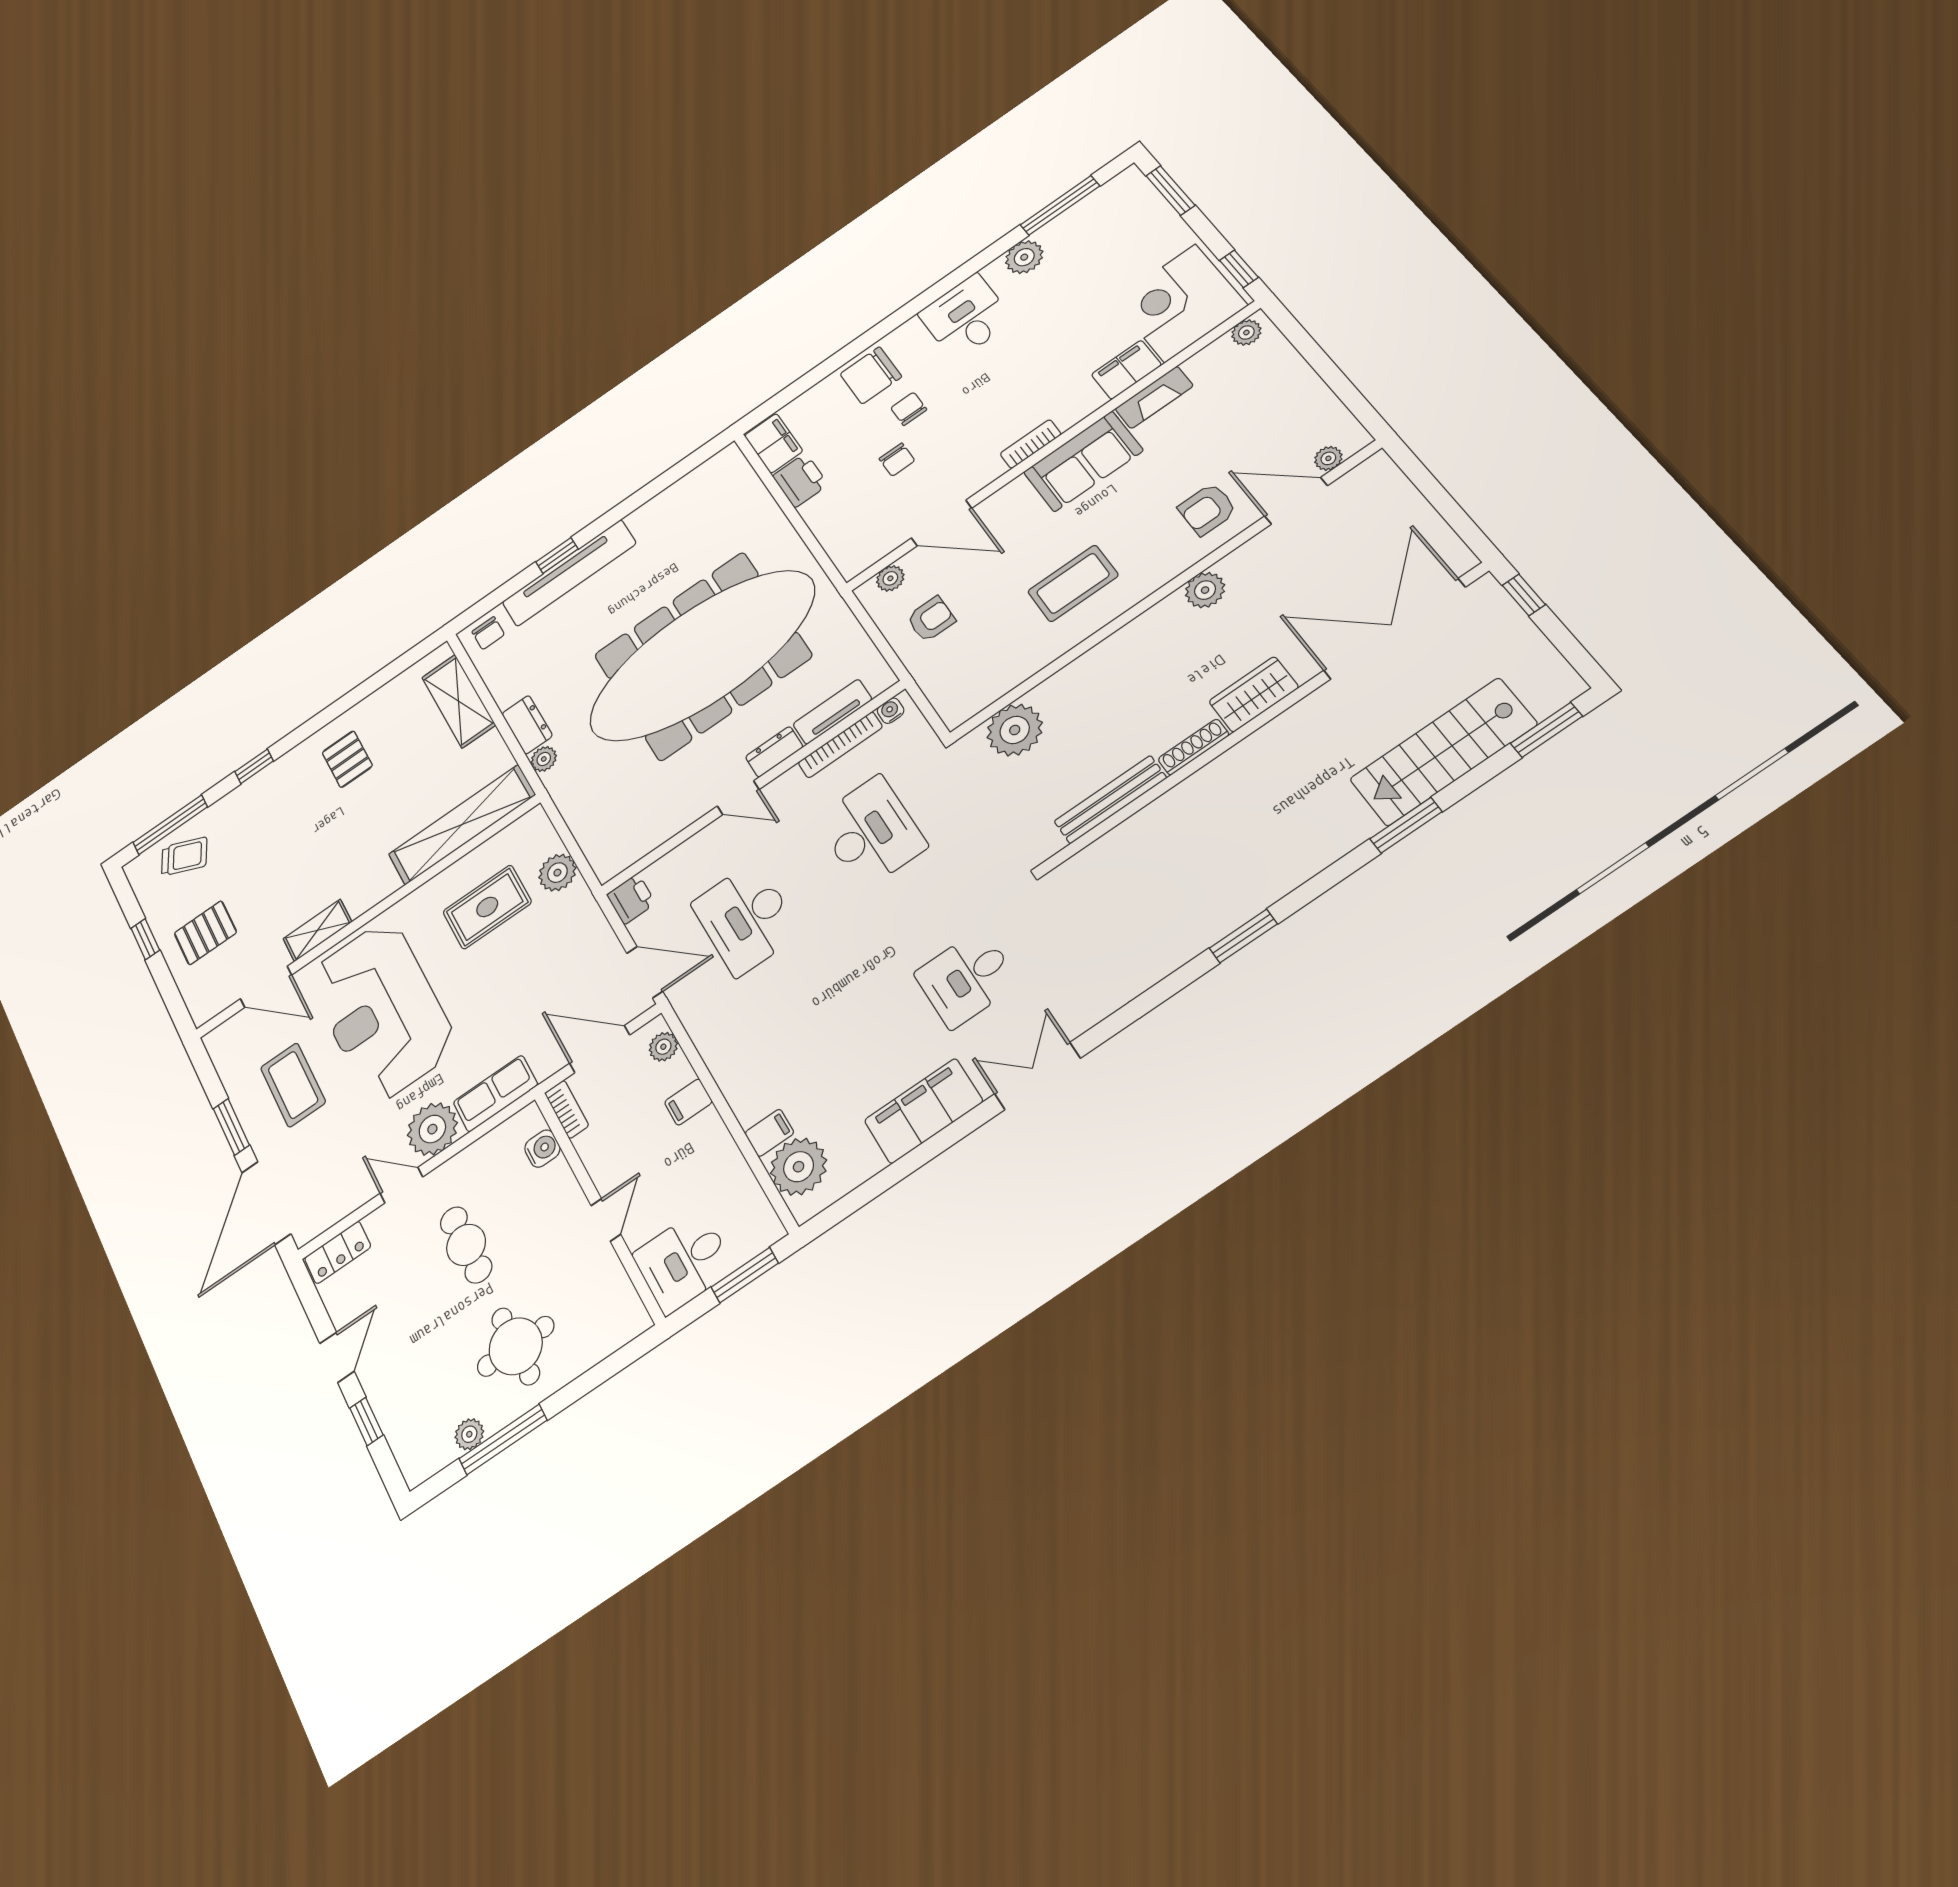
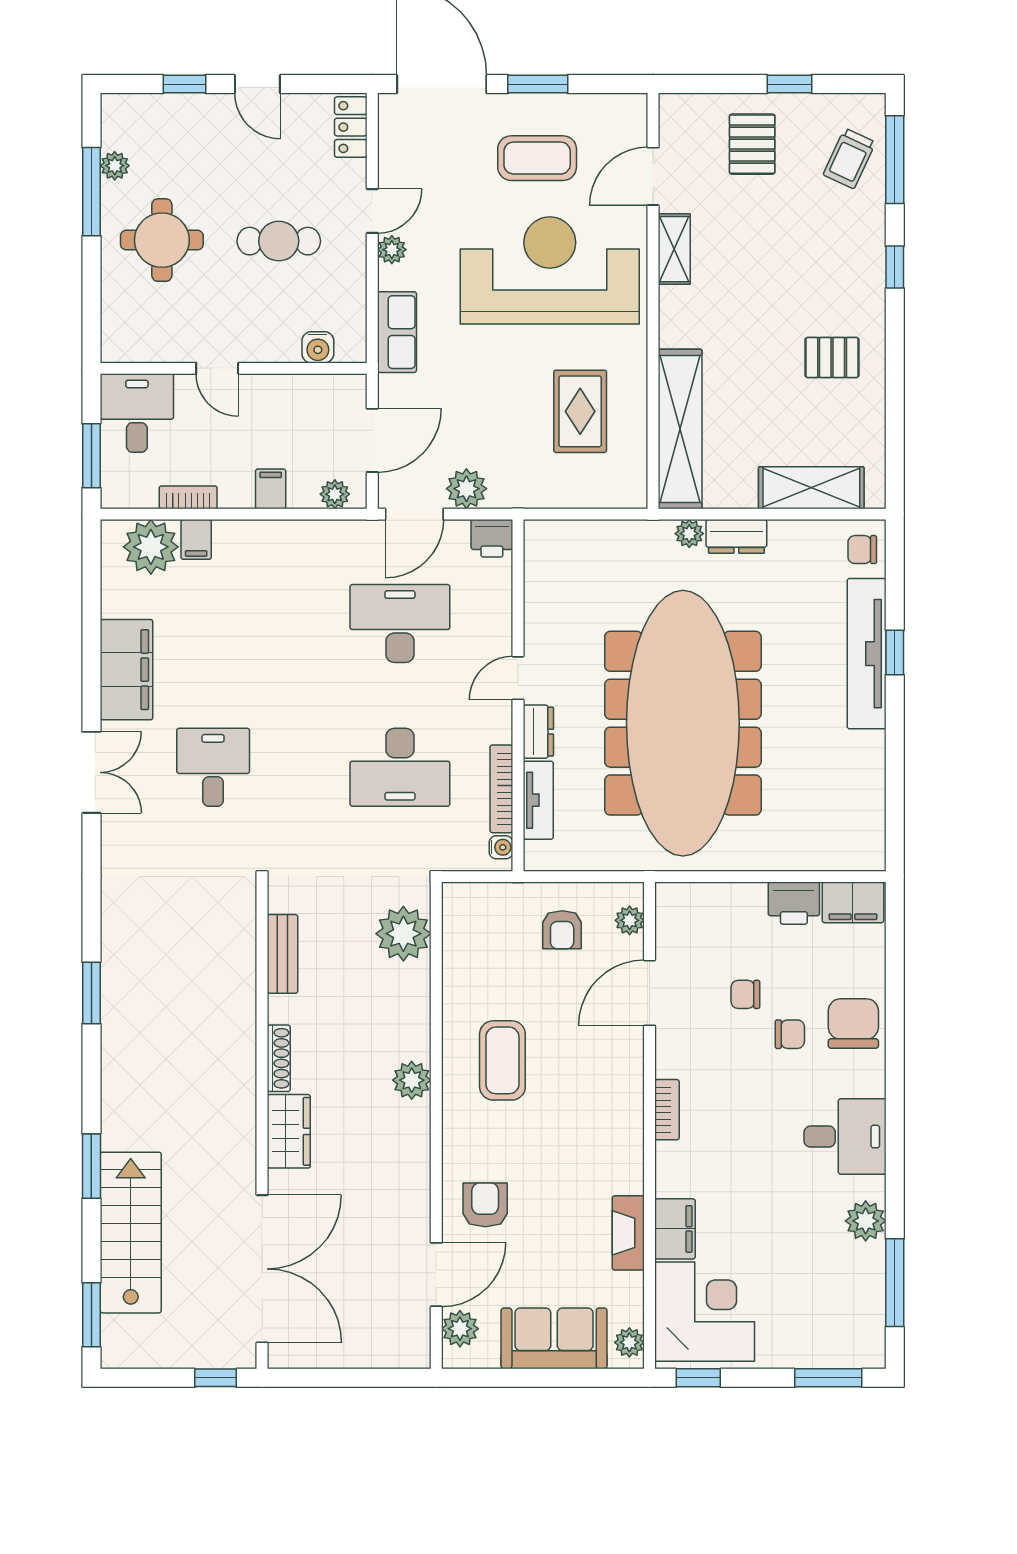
plant: (1328, 458) -> (460, 1329), width x1.38, depth x1.38
sofa: (1083, 461) -> (554, 1338), moved, turned 90
plant: (1205, 590) -> (412, 1080), moved
bench: (1110, 800) -> (282, 954), width x0.73
plant: (557, 873) -> (466, 489), moved
bookcase: (567, 1109) -> (188, 497), moved, turned 180
plant: (432, 1129) -> (392, 250), width x0.53, depth x0.53

